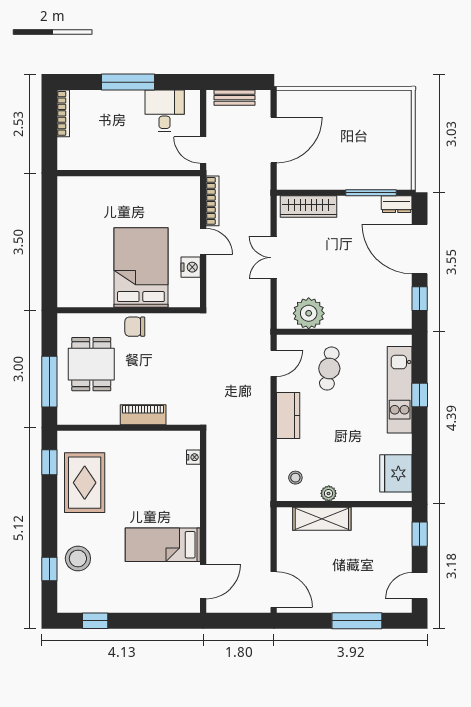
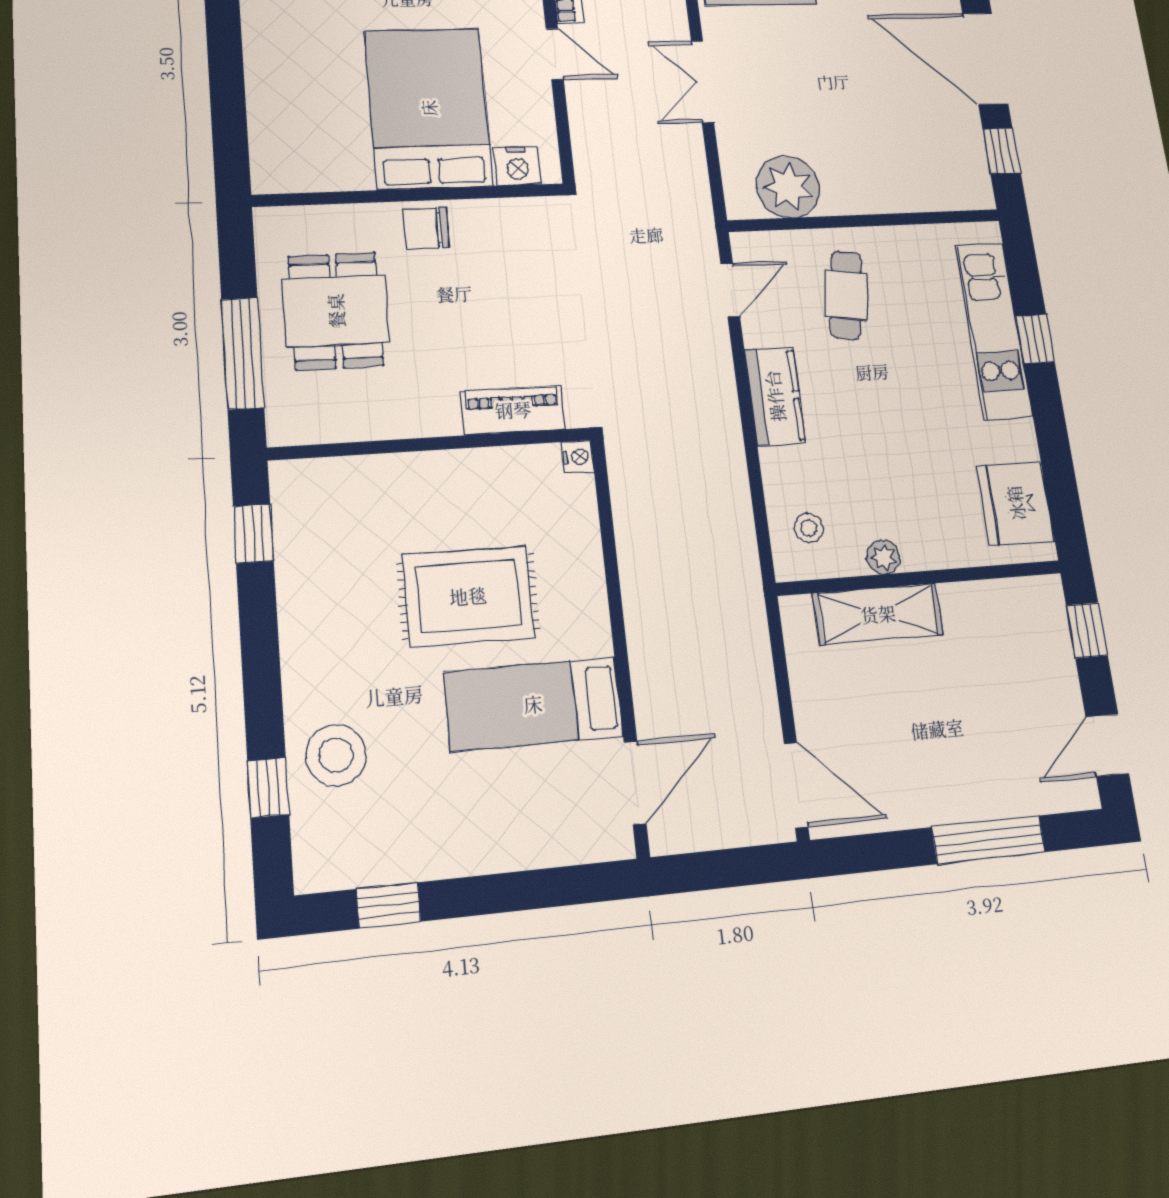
nightstand: (191, 267) -> (517, 166), moved, turned 90
piano: (143, 415) -> (513, 410), moved
nightstand: (193, 457) -> (578, 457), moved
rug: (85, 483) -> (468, 596), moved, turned 90

